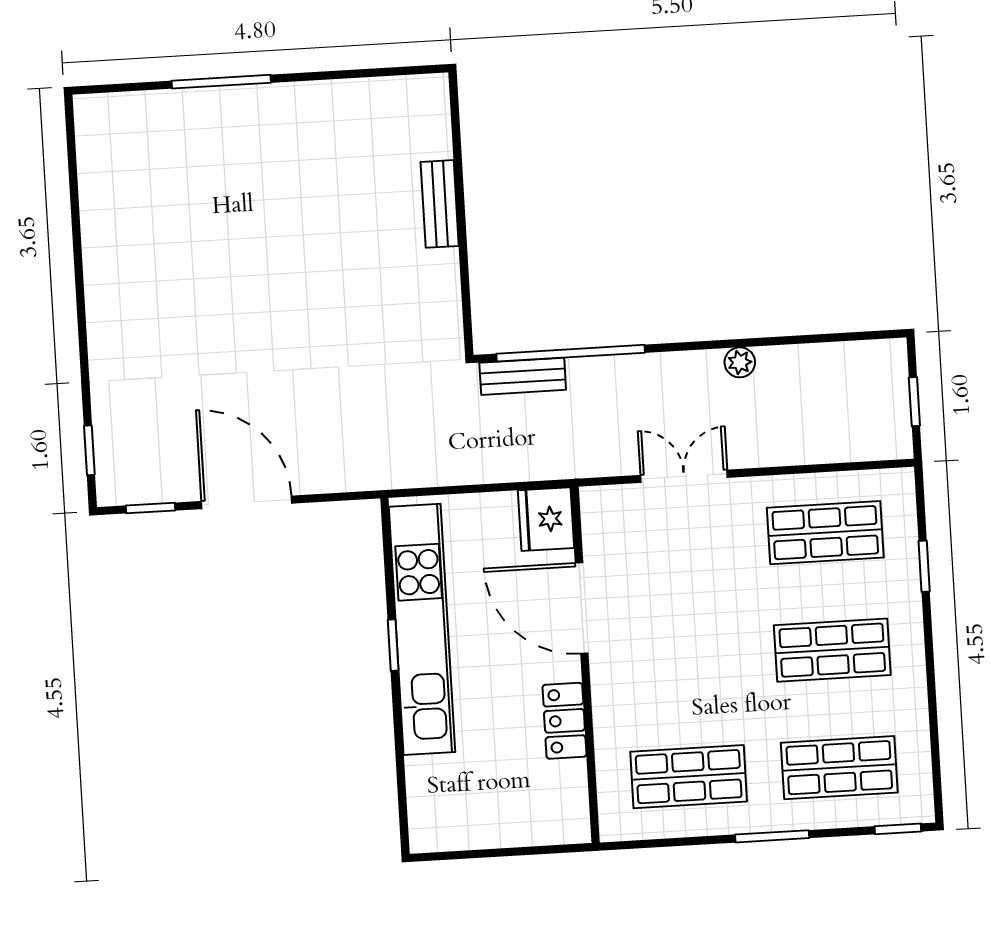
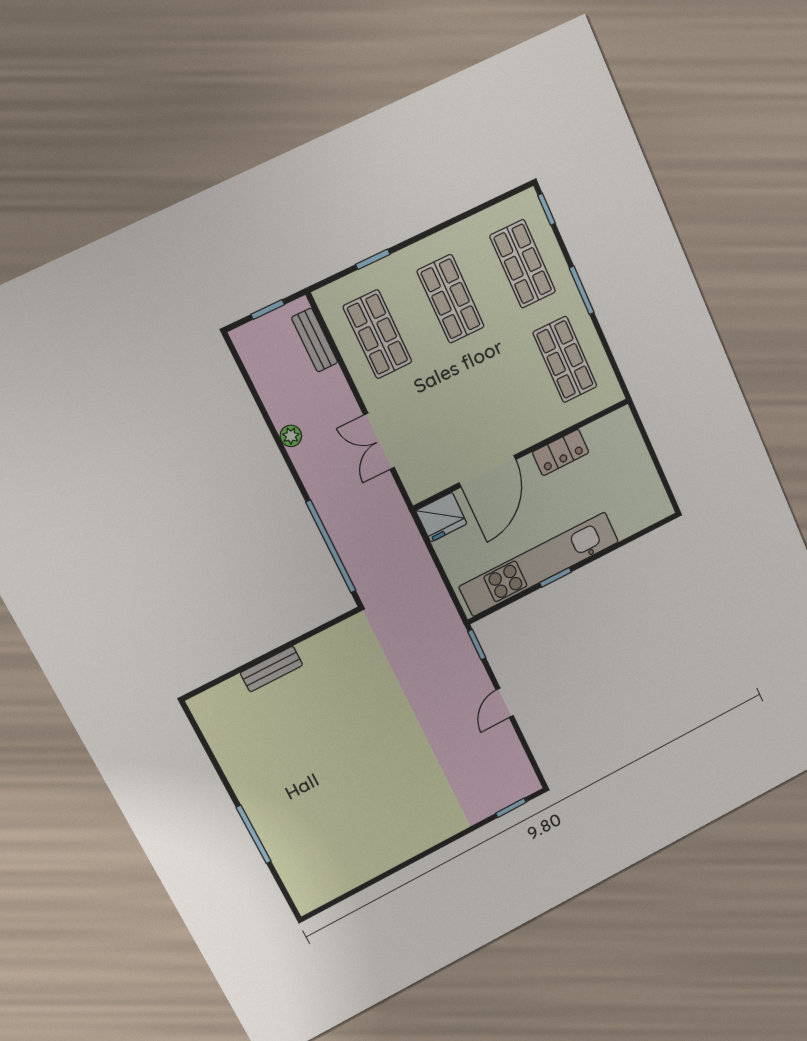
bench: (523, 376) -> (315, 340), moved
door: (247, 502) -> (505, 703), width x0.53
window: (151, 508) -> (477, 645), moved

